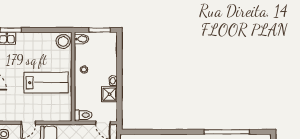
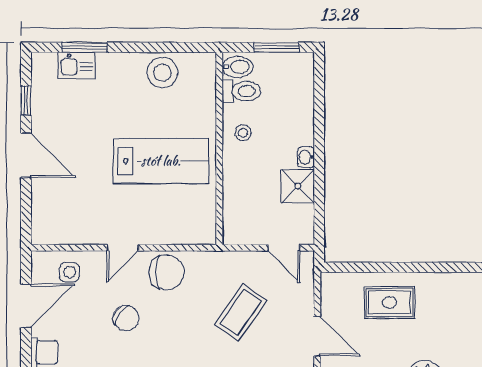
stool: (63, 41) -> (162, 73), moved
toilet: (83, 115) -> (241, 91), moved

